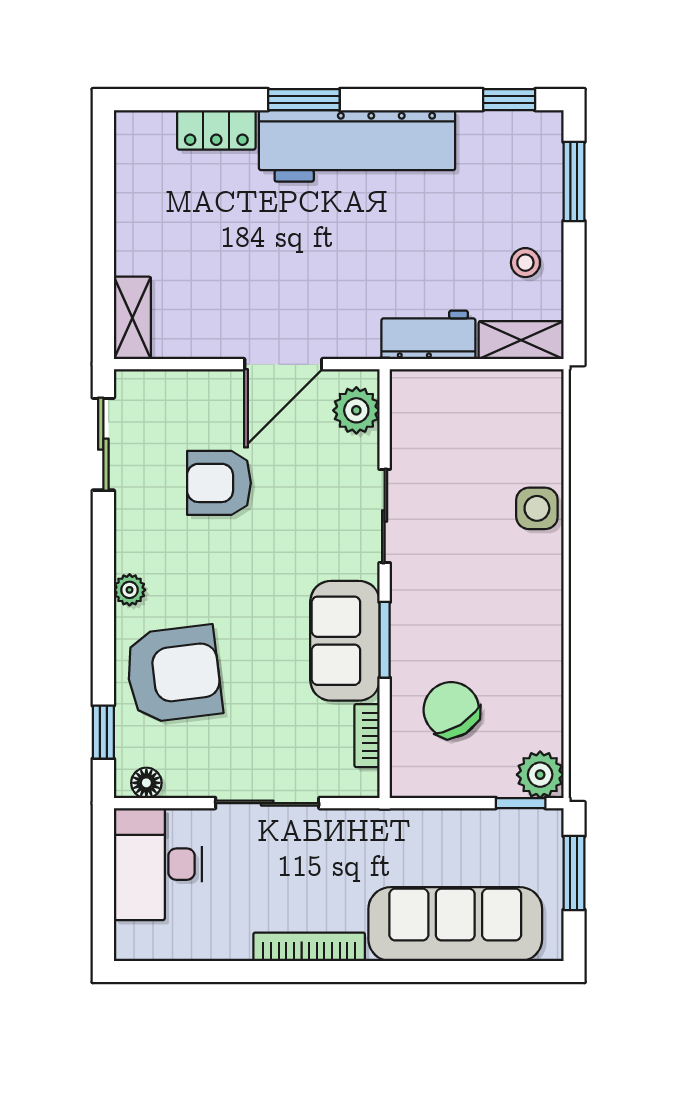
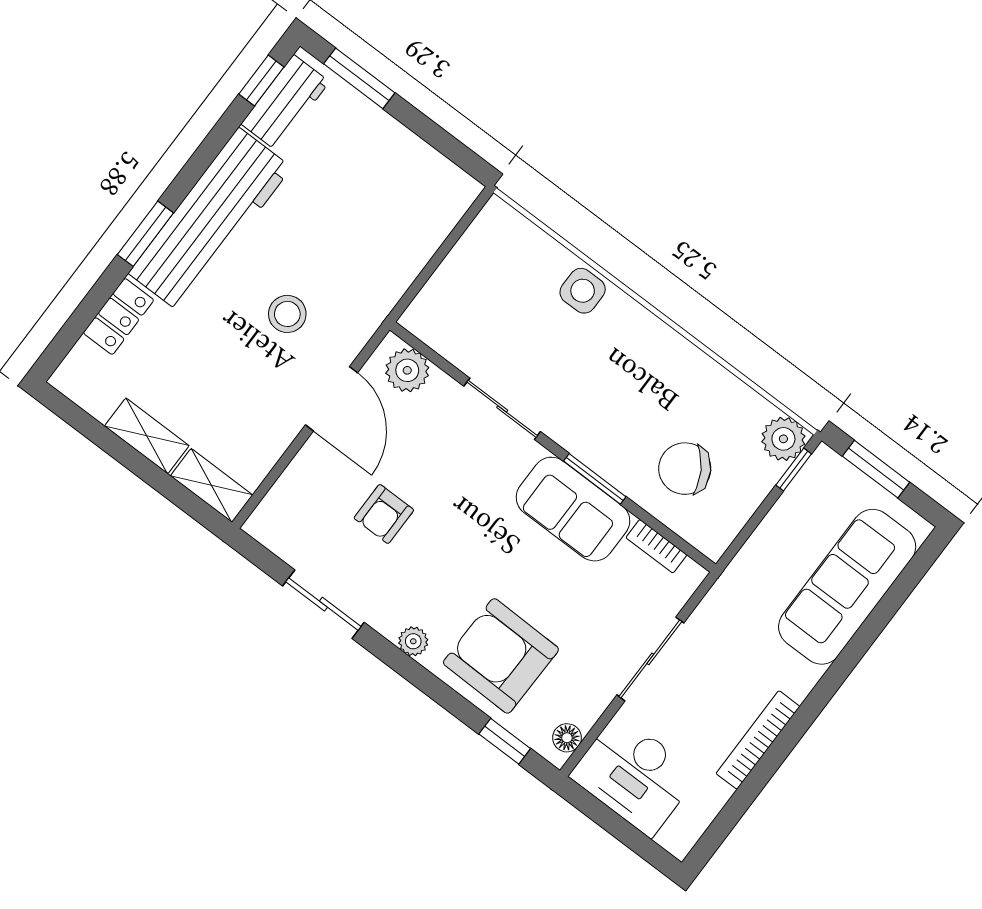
stool: (525, 263) -> (287, 314), moved, width x1.37, depth x1.37
workbench: (428, 335) -> (285, 103), moved, turned 180
shelving: (521, 340) -> (147, 436), moved, turned 90
sliding door: (103, 444) -> (323, 604), moved
armchair: (219, 483) -> (384, 514), width x0.72, depth x0.72
armchair: (173, 674) -> (501, 656), turned -82
bookcase: (309, 947) -> (758, 740), moved

